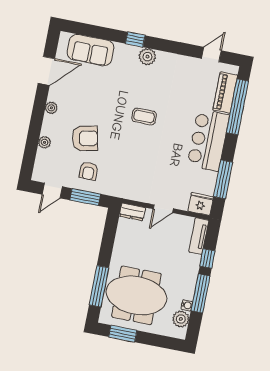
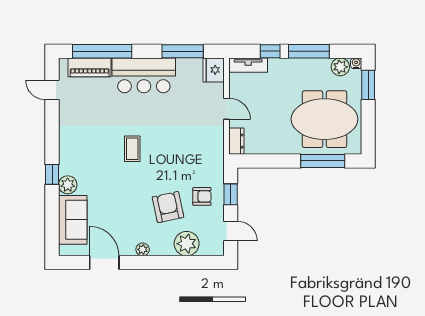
plant: (147, 57) -> (68, 185), moved
plant: (45, 142) -> (187, 244), width x1.87, depth x1.87
window: (85, 197) -> (231, 194), width x0.67
meeting table: (136, 295) -> (324, 119), turned 90
water cooler: (187, 305) -> (356, 63), moved
window: (123, 334) -> (368, 85), moved

